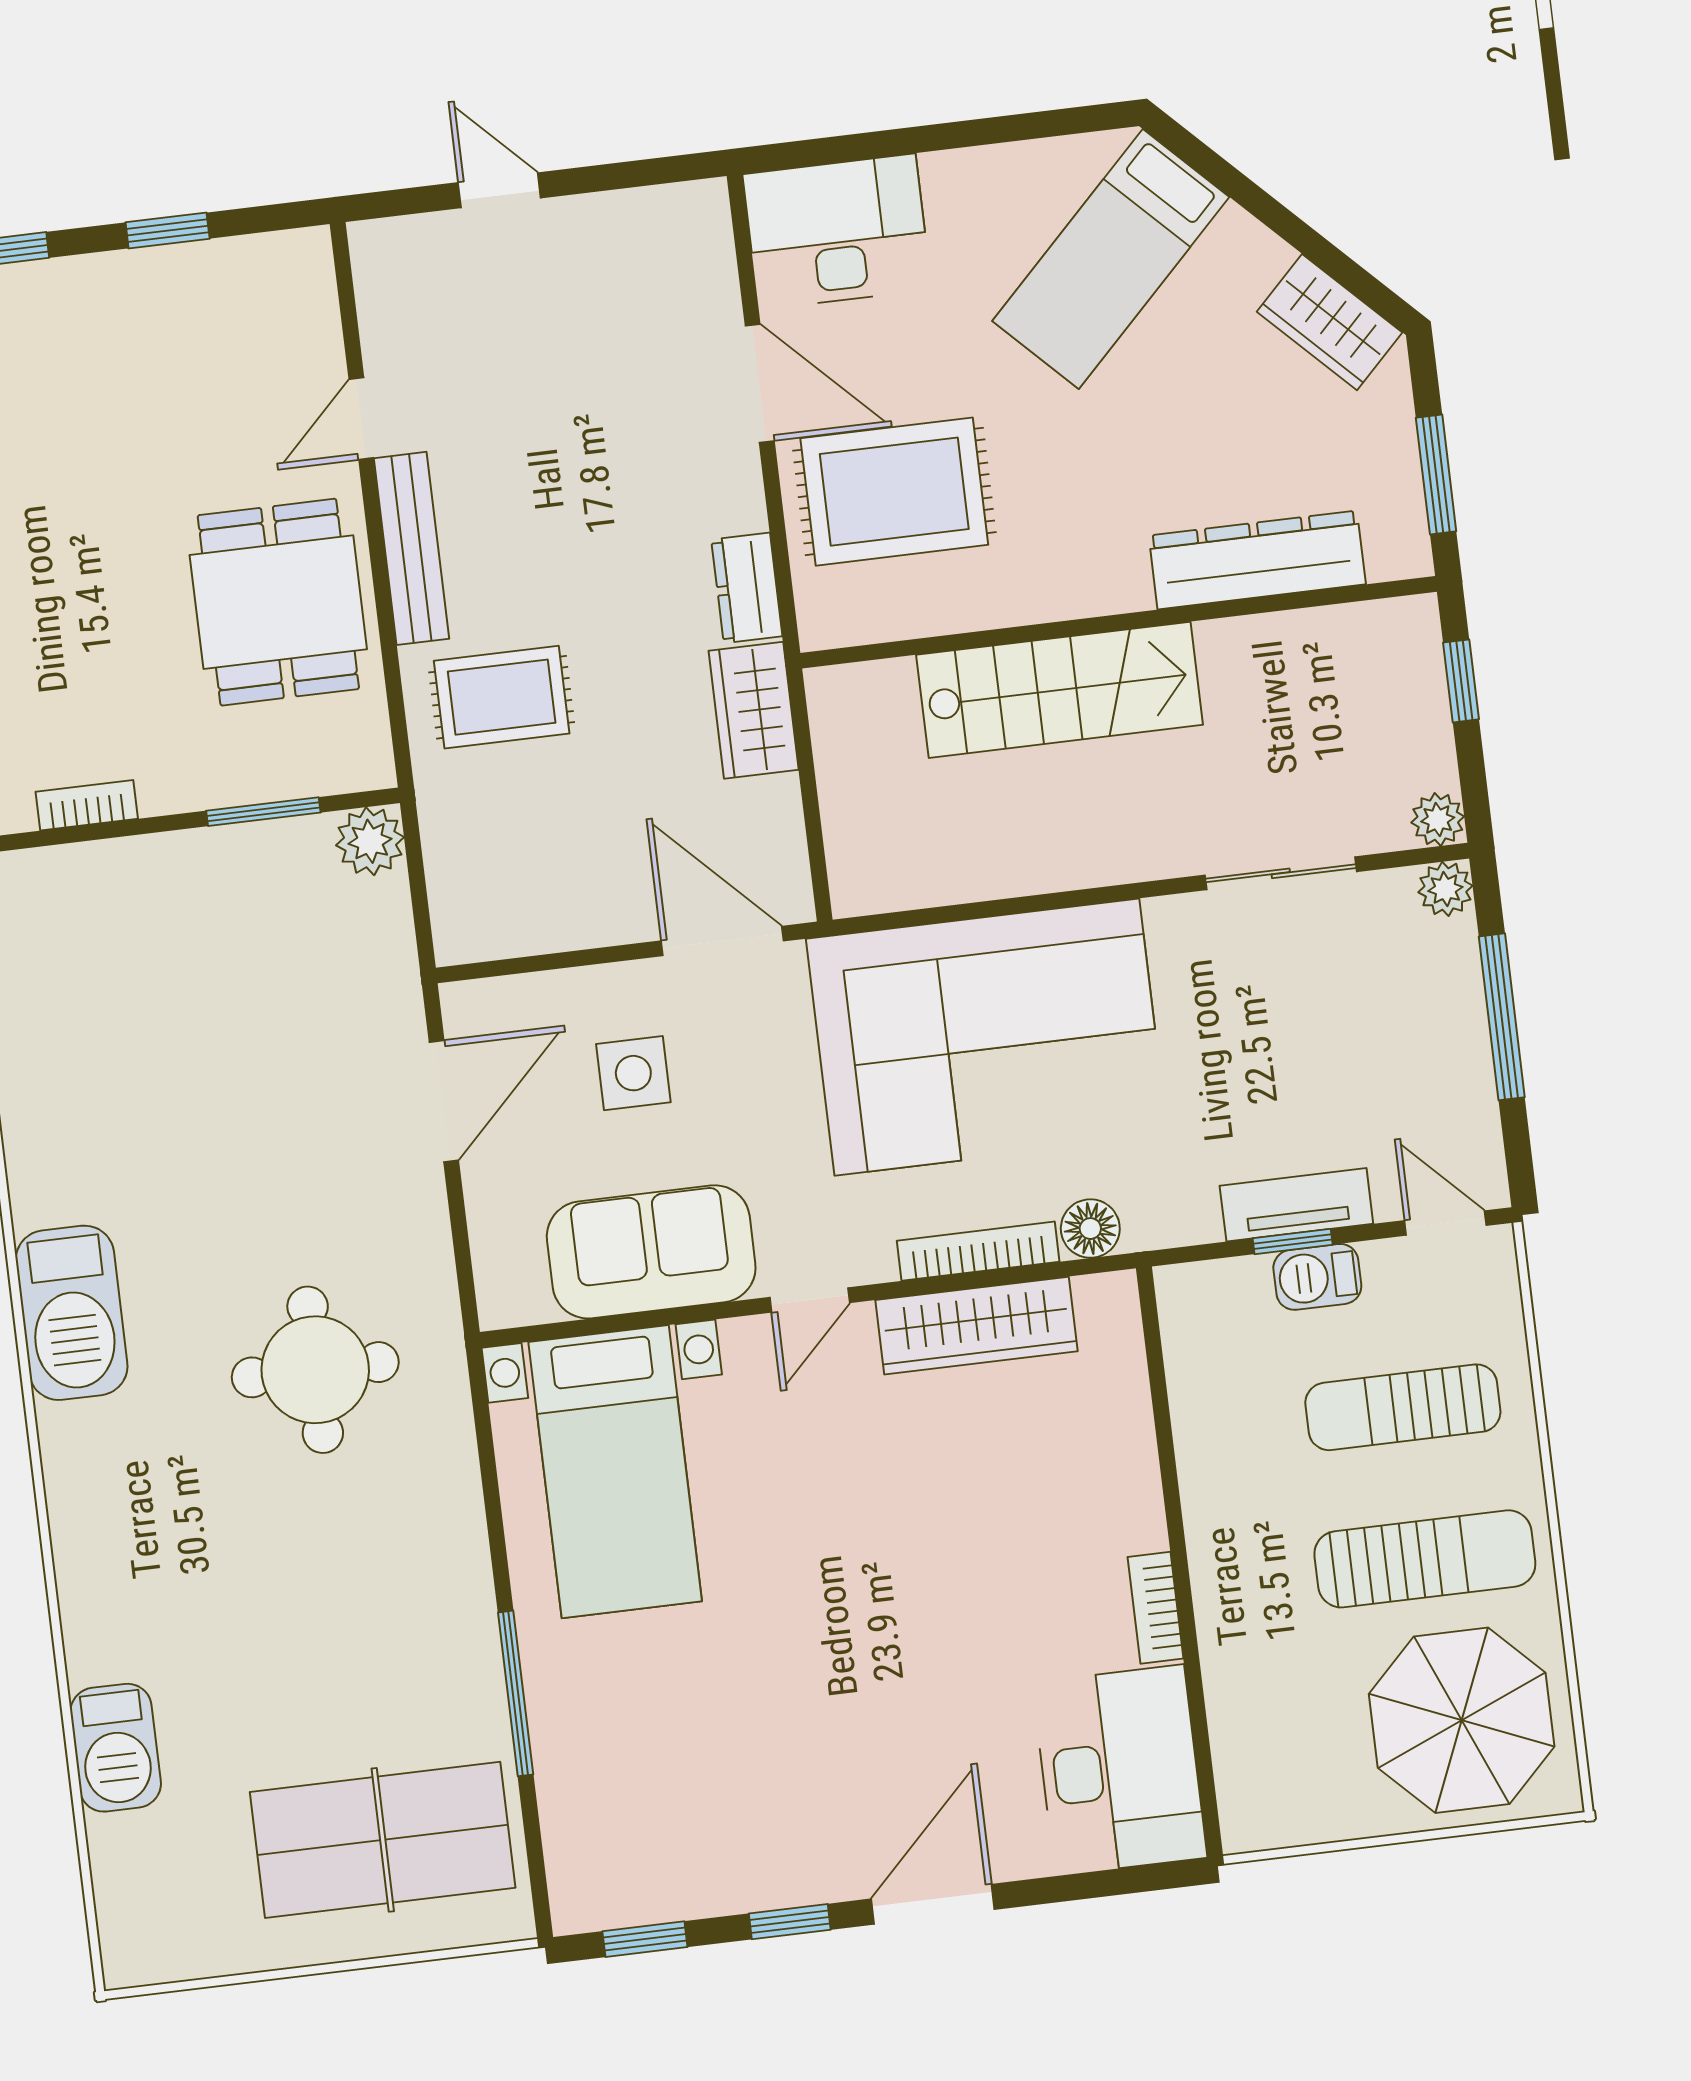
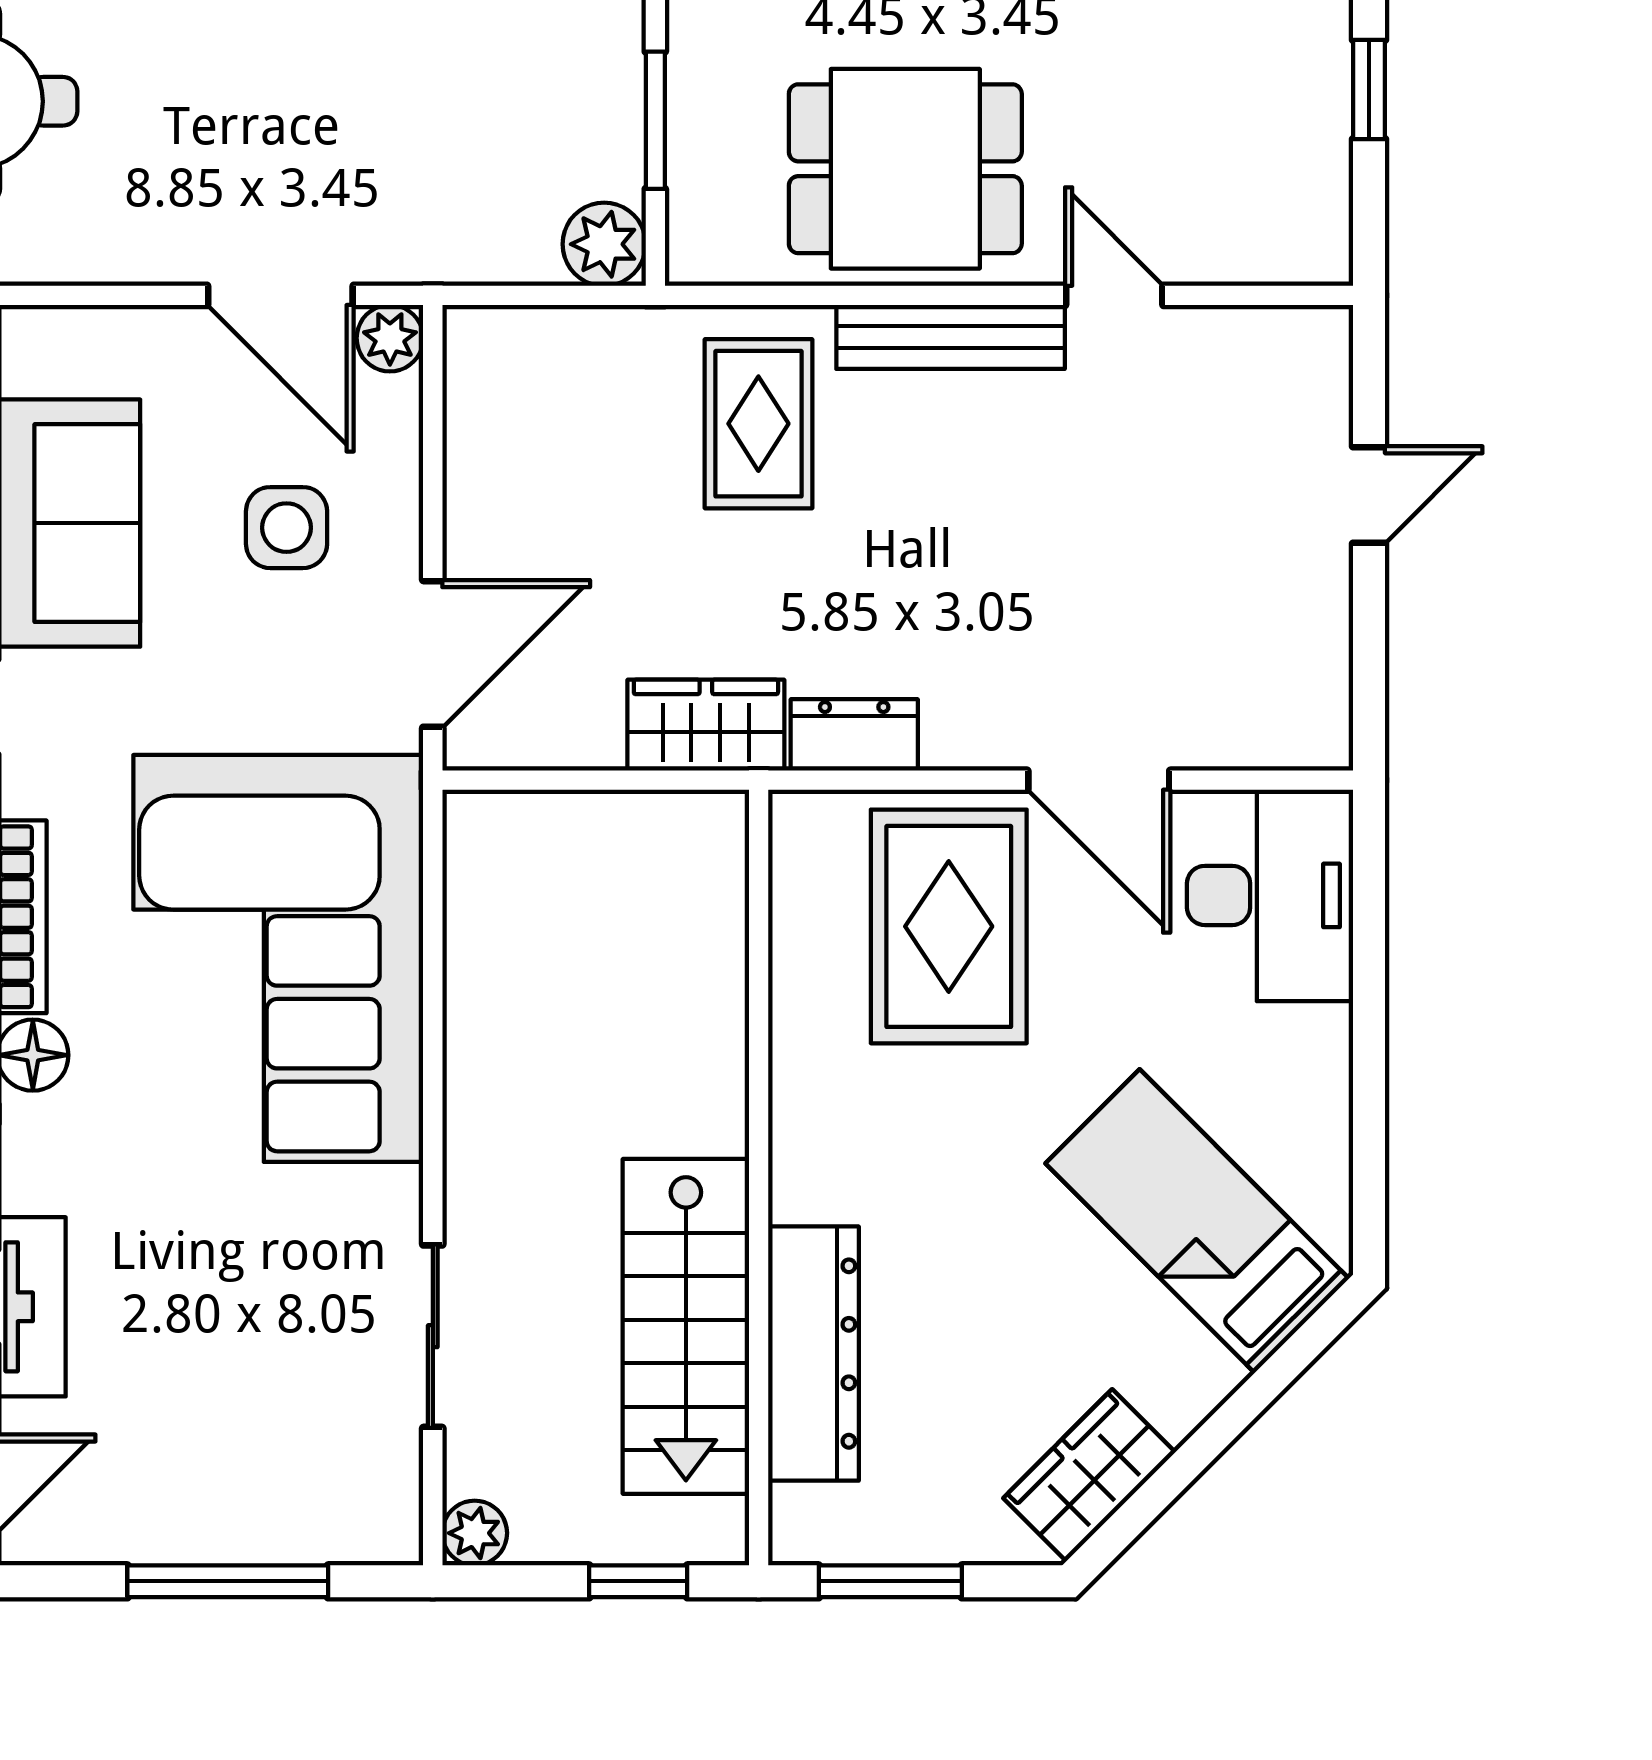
door: (760, 383) -> (1099, 780), hinge flipped
stairs: (1060, 690) -> (686, 1326), moved
plant: (1445, 889) -> (390, 338), moved

